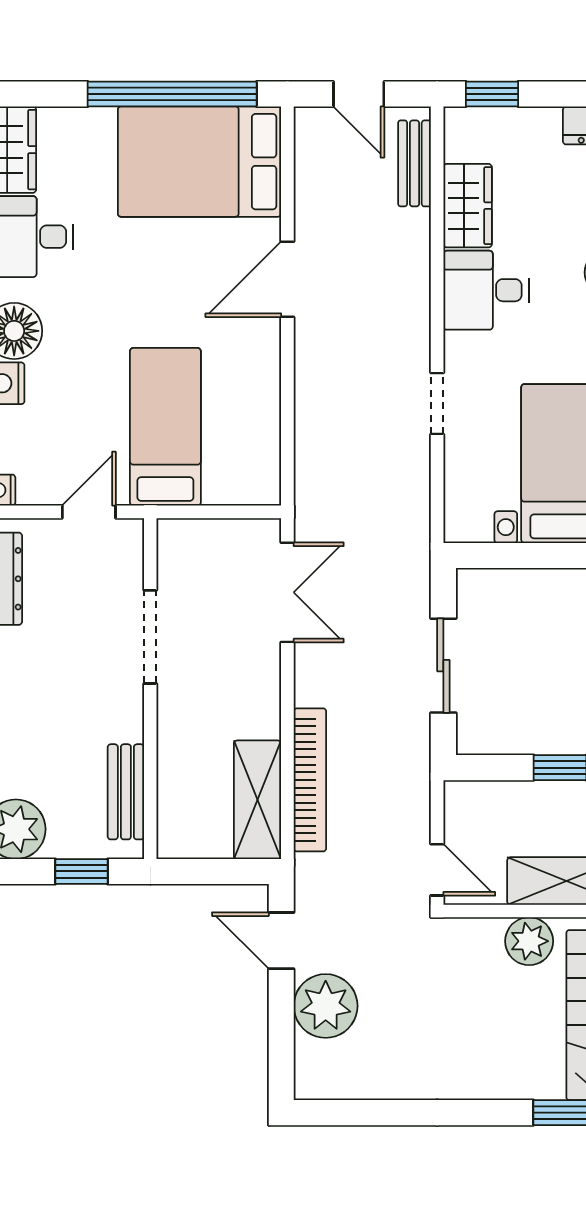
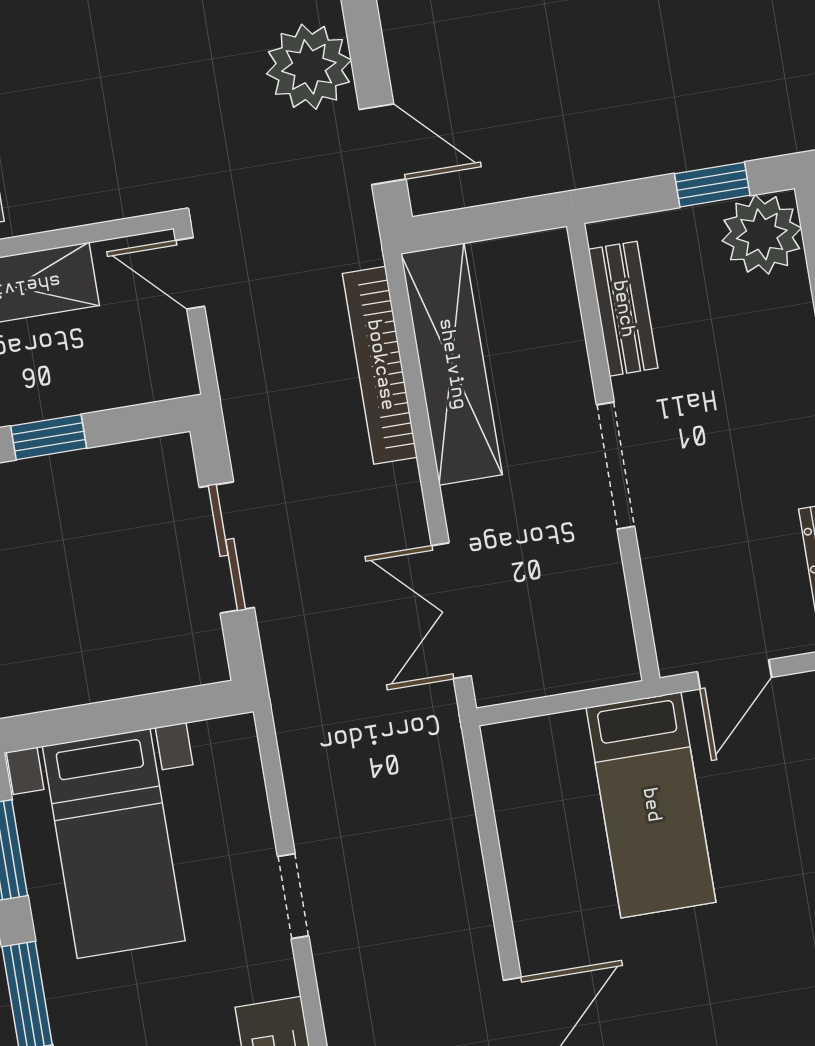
doorway: (150, 637) -> (616, 466), moved
shelving: (258, 800) -> (452, 364), width x1.47
window: (82, 871) -> (712, 185), moved
plant: (529, 941) -> (51, 198), removed

